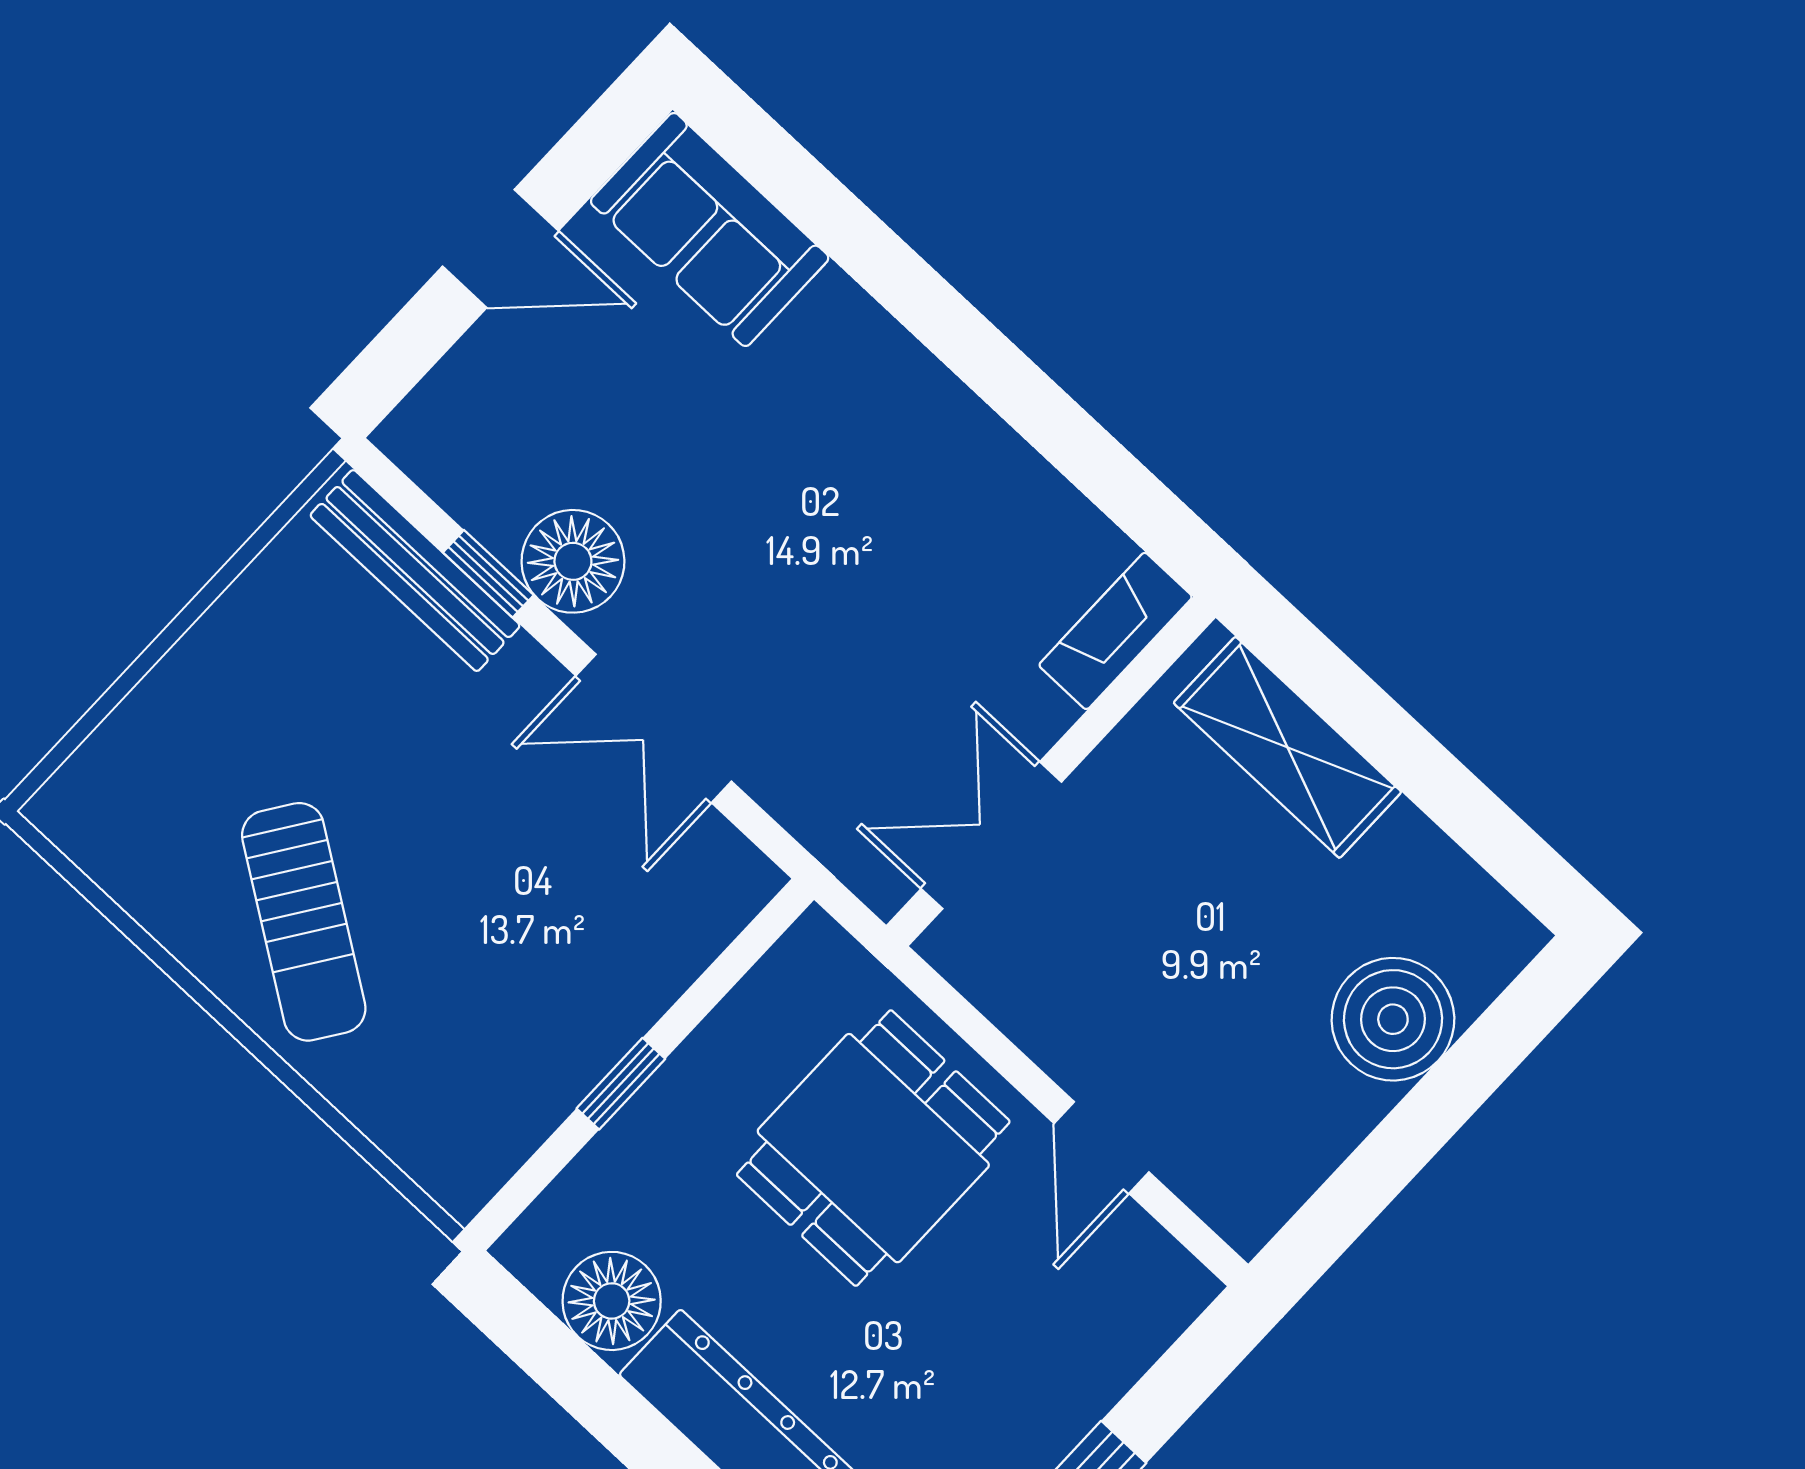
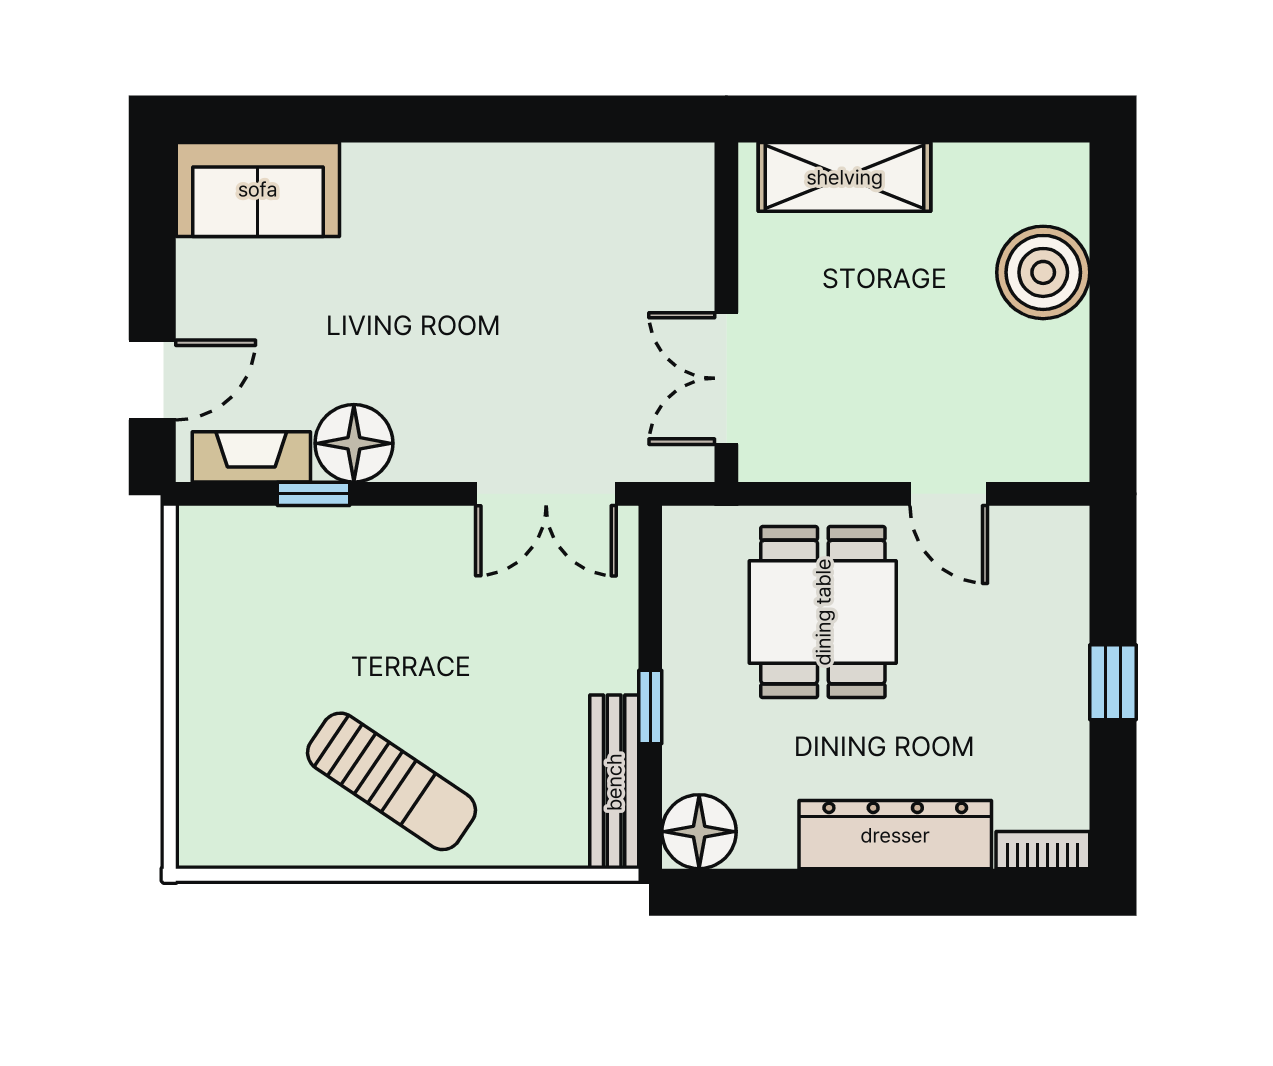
door: (500, 249) -> (152, 380), moved
bench: (415, 571) -> (614, 782), moved, turned 90
fireplace: (1116, 631) -> (251, 457), moved, turned 90
double door: (654, 728) -> (546, 494), moved
floor lamp: (612, 1301) -> (699, 832), moved

